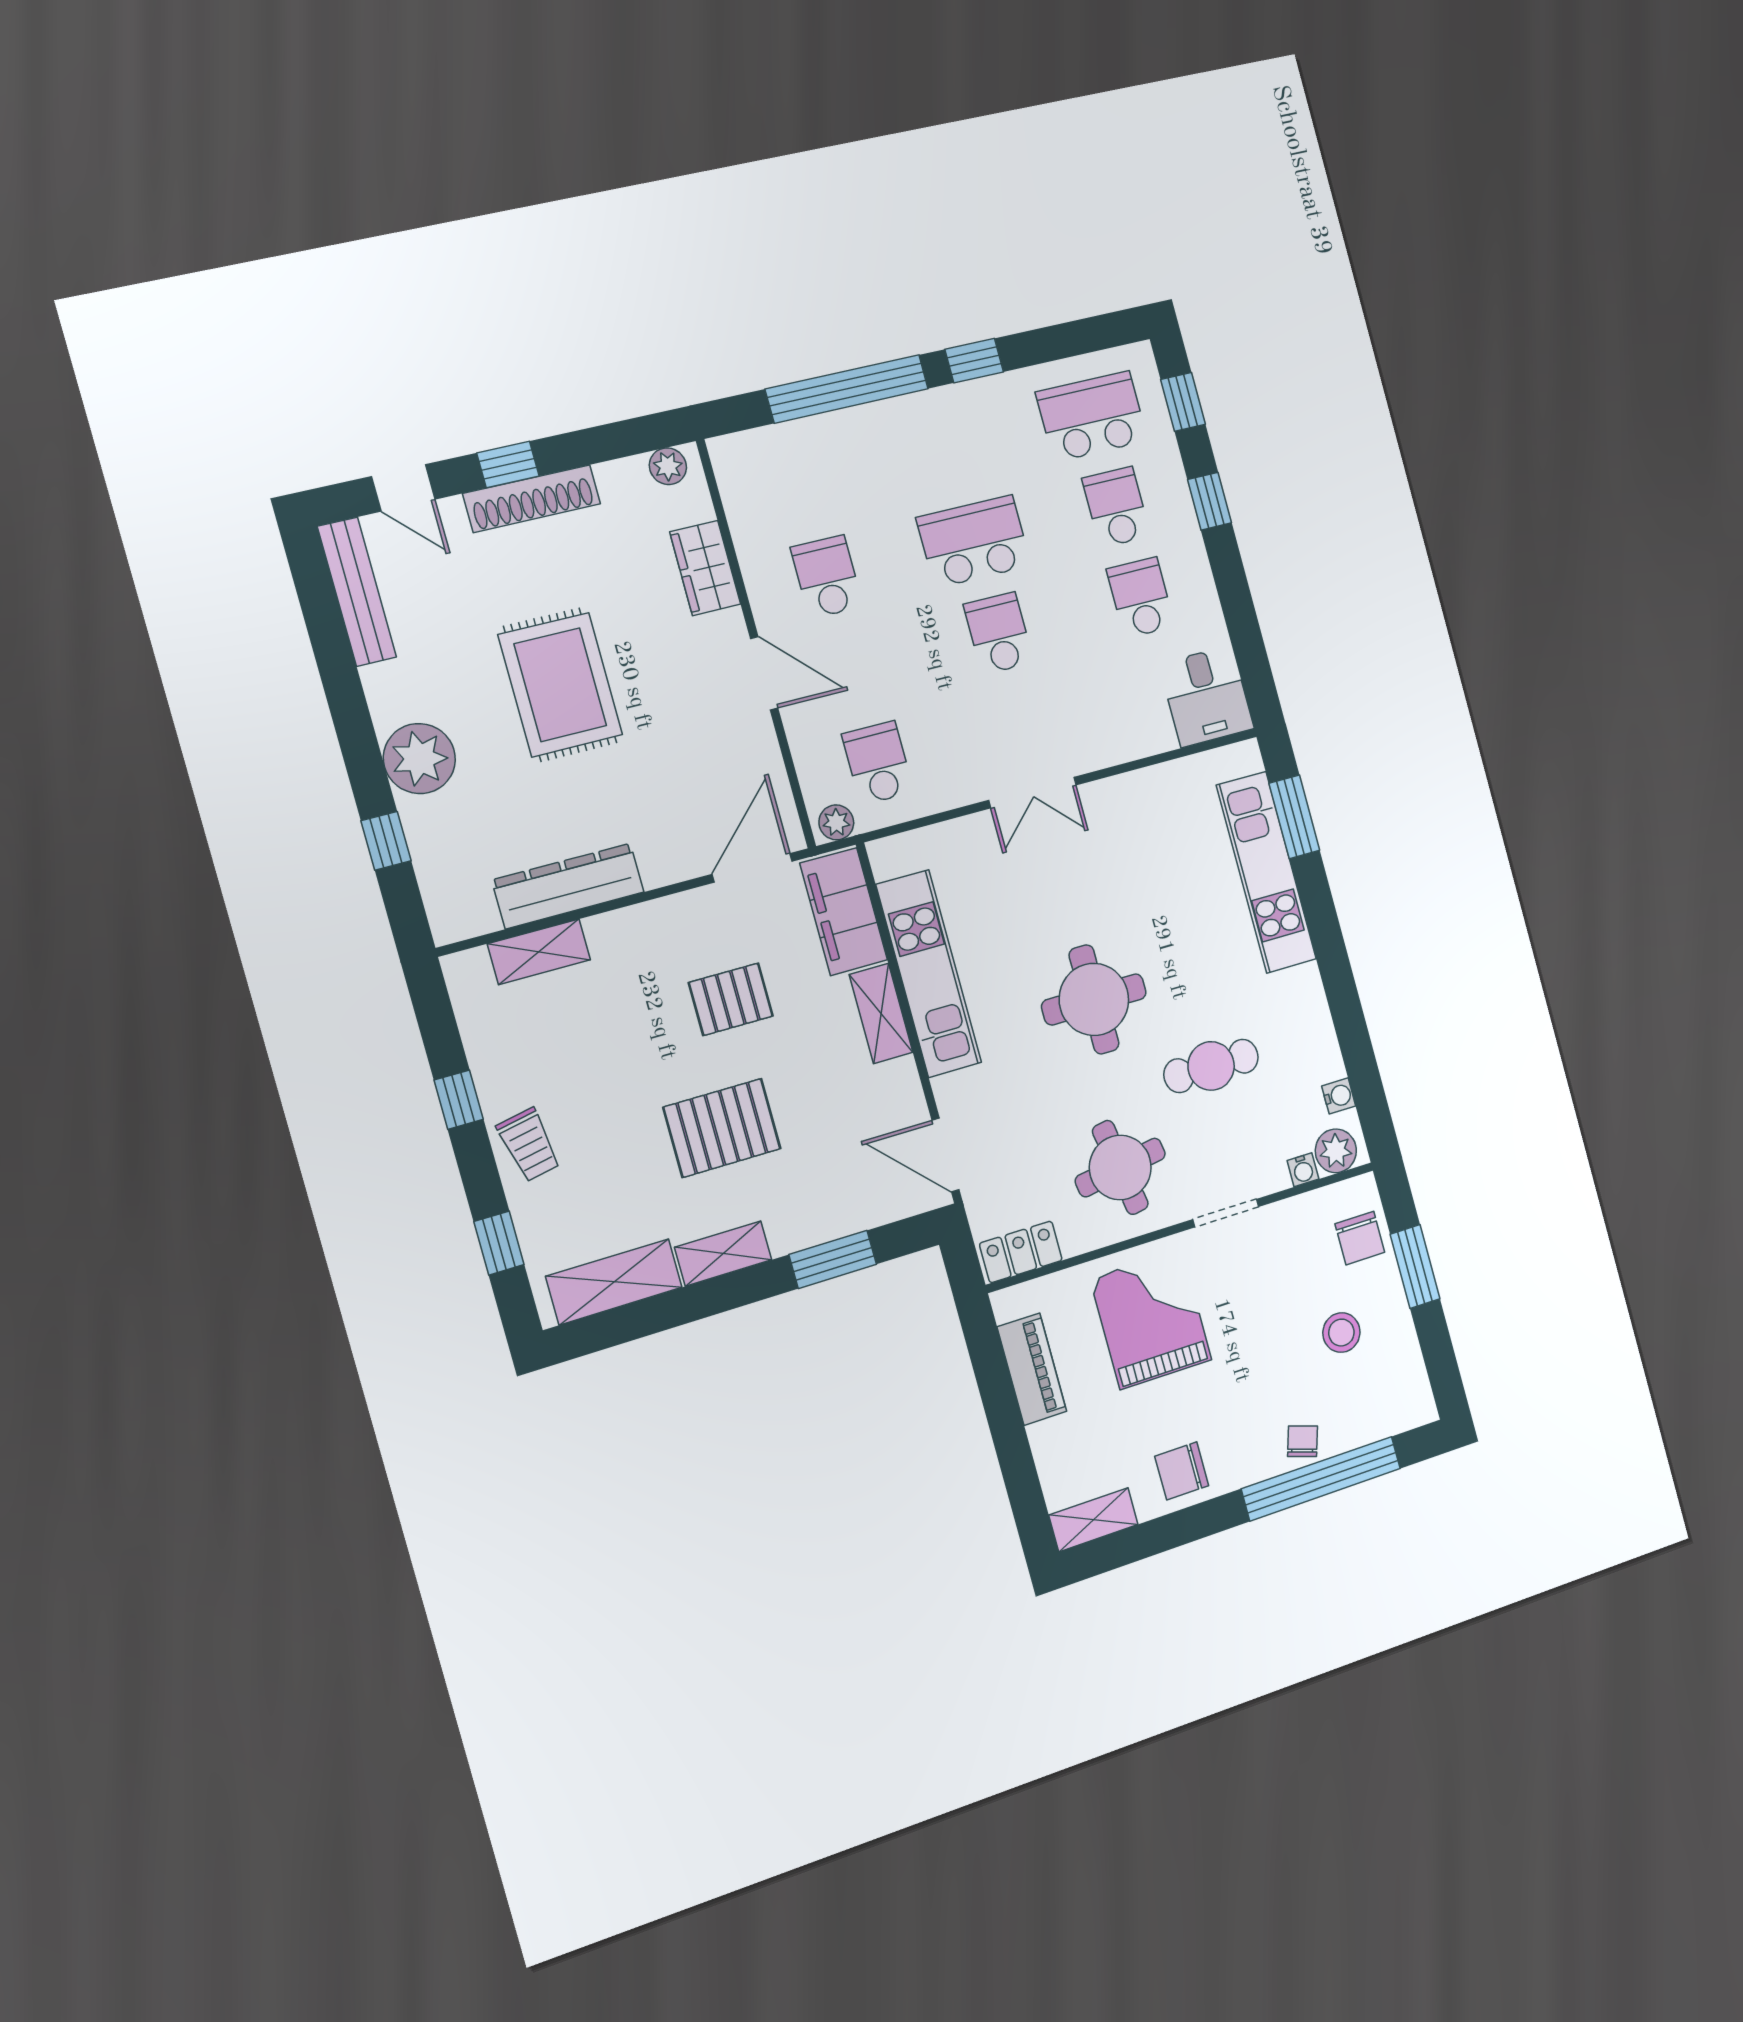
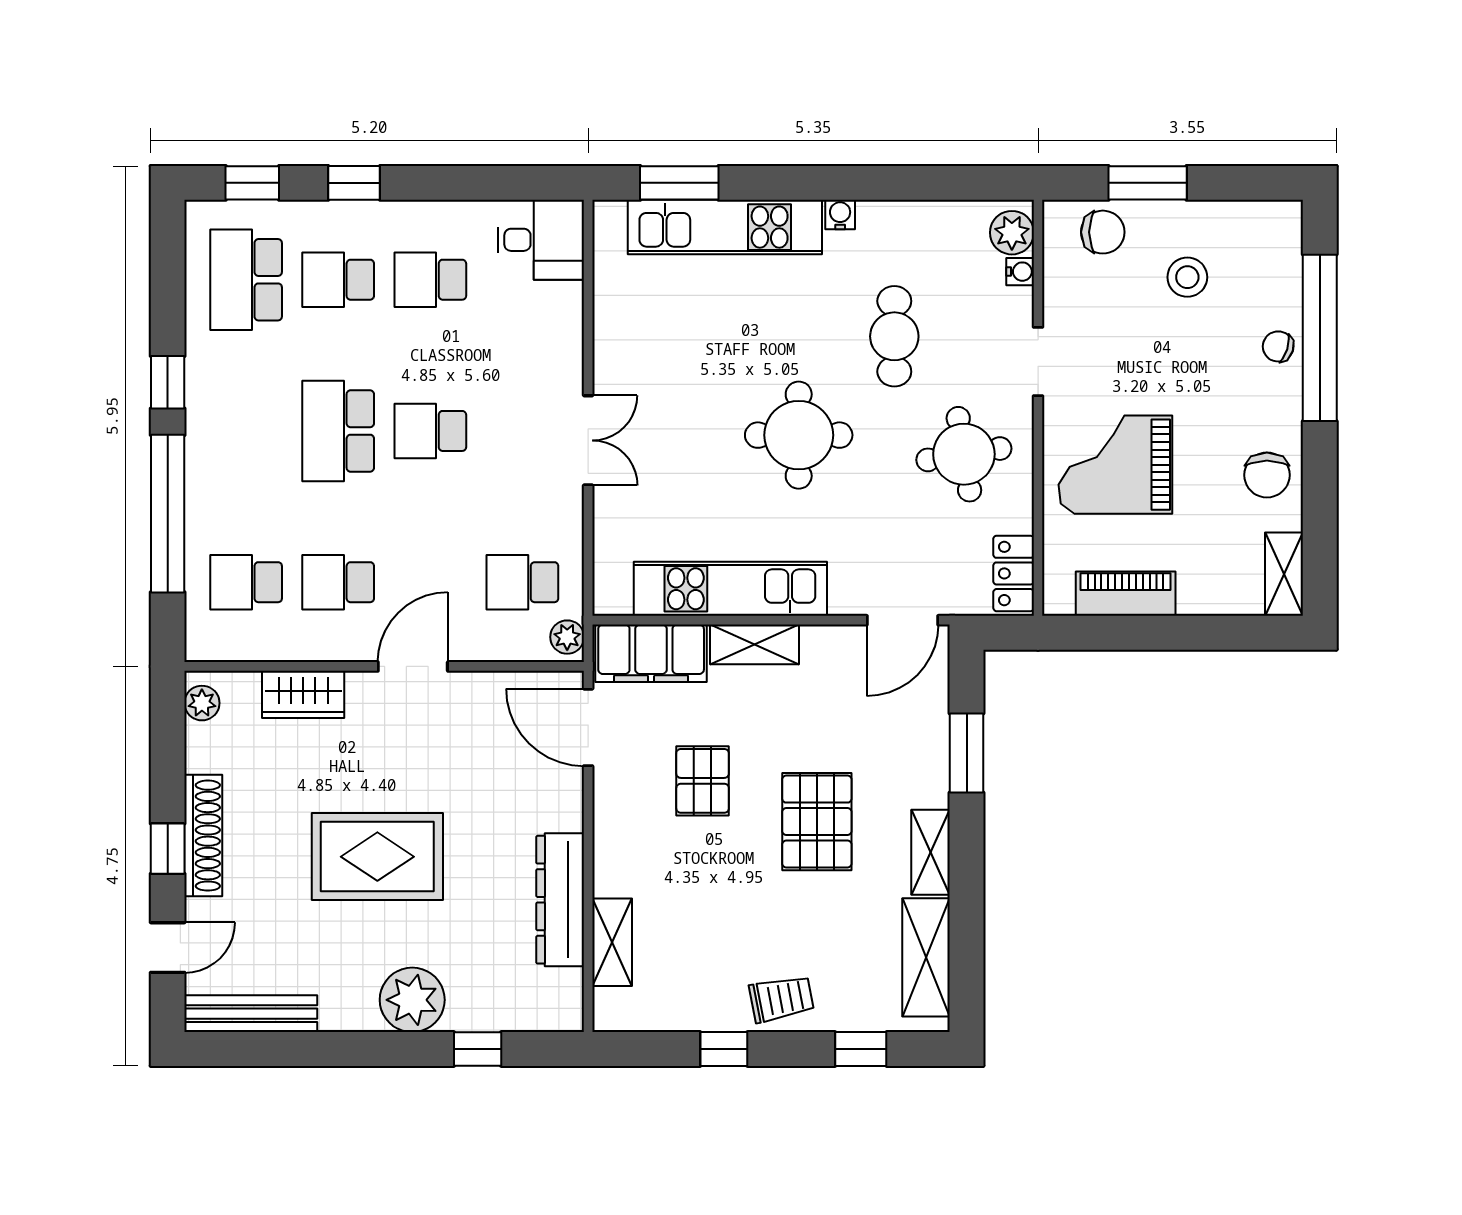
school desk: (801, 484) -> (246, 582), added
water cooler: (1339, 1096) -> (840, 215), moved

